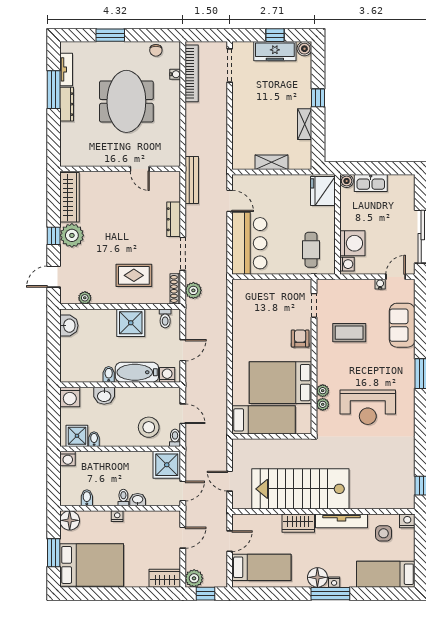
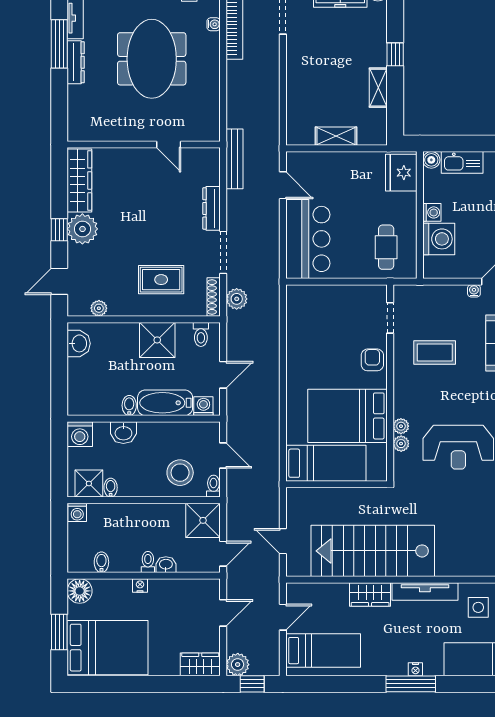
washing machine: (347, 264) -> (432, 212), moved
floor lamp: (317, 577) -> (394, 663), removed

